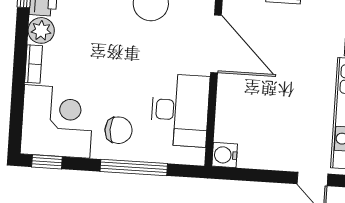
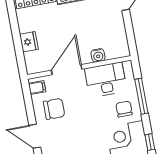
water cooler: (225, 155) -> (98, 55), moved

